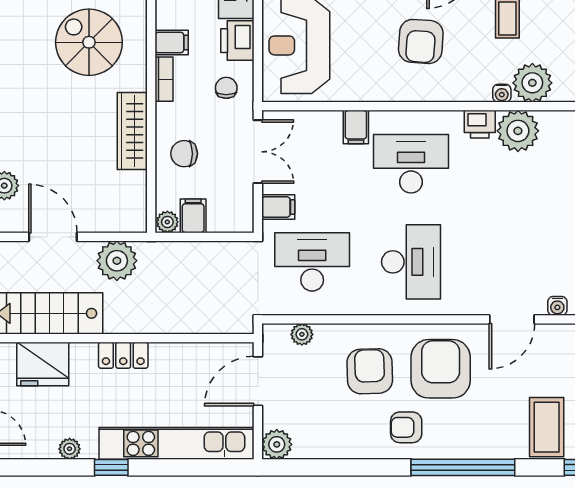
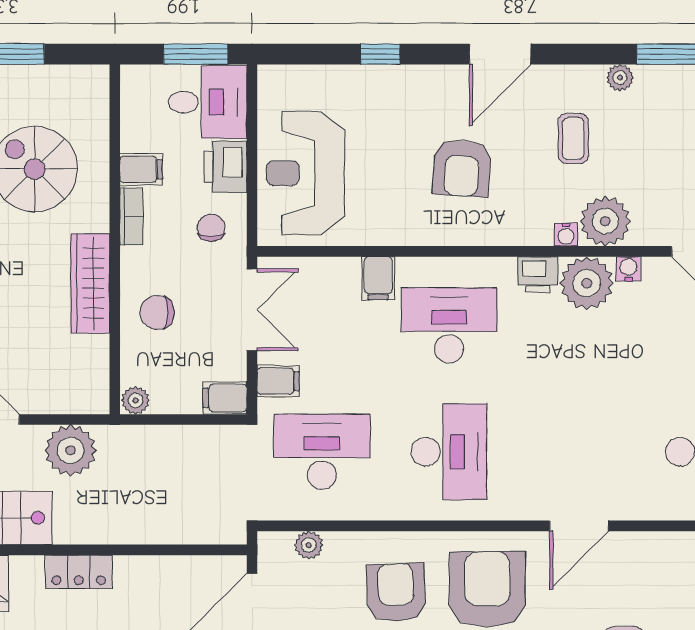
filing cabinet: (193, 216) -> (225, 398), moved, turned -90
water cooler: (557, 306) -> (628, 269), moved, turned 180

